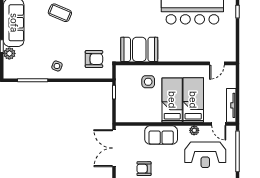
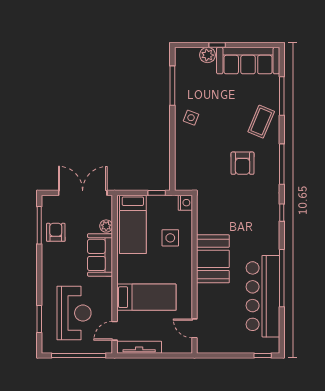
booth: (139, 49) -> (213, 259), moved
armchair: (94, 59) -> (243, 163), moved
nightstand: (121, 70) -> (185, 203), added
bed: (172, 100) -> (133, 224), moved, turned 90
plant: (194, 130) -> (106, 226), moved
reception desk: (205, 155) -> (74, 313), turned 180

